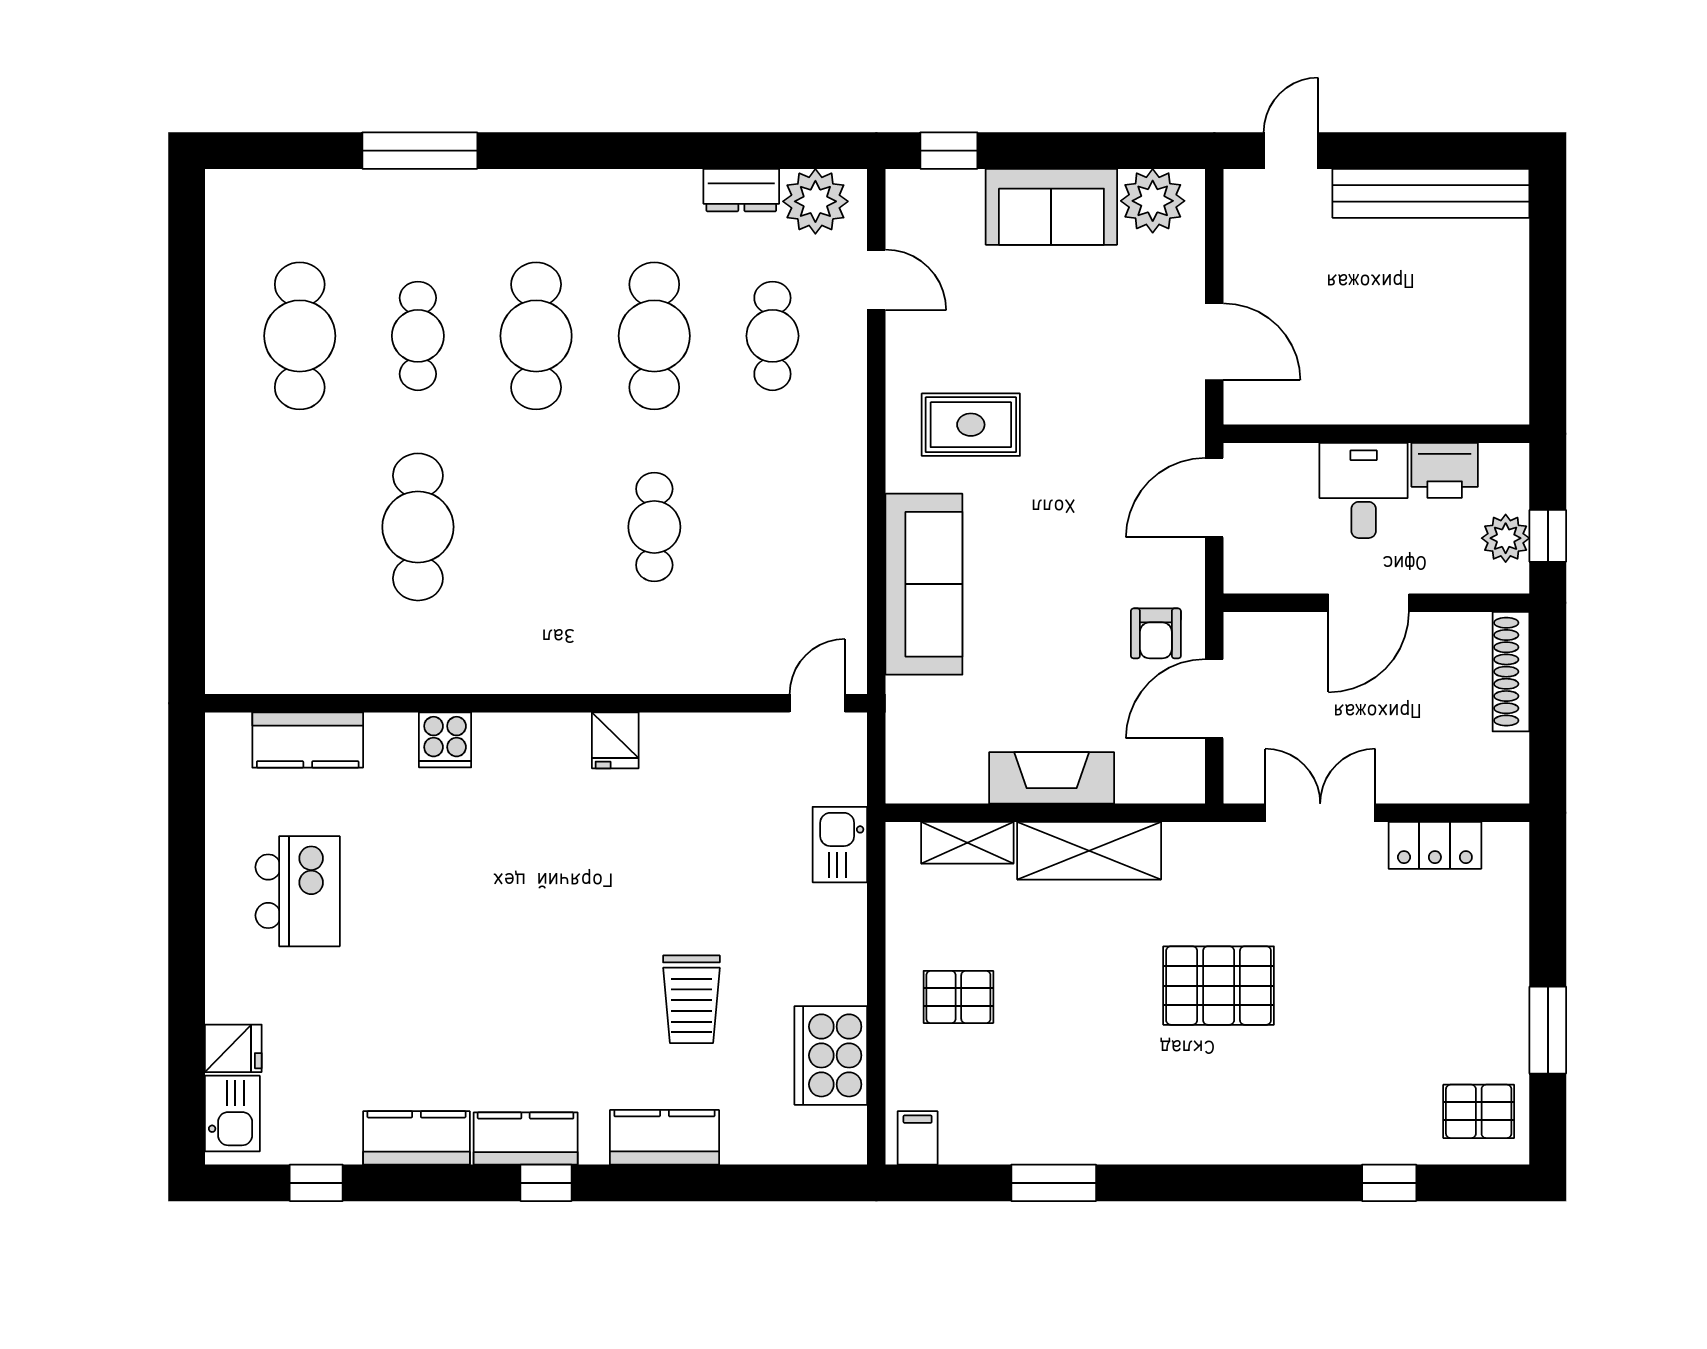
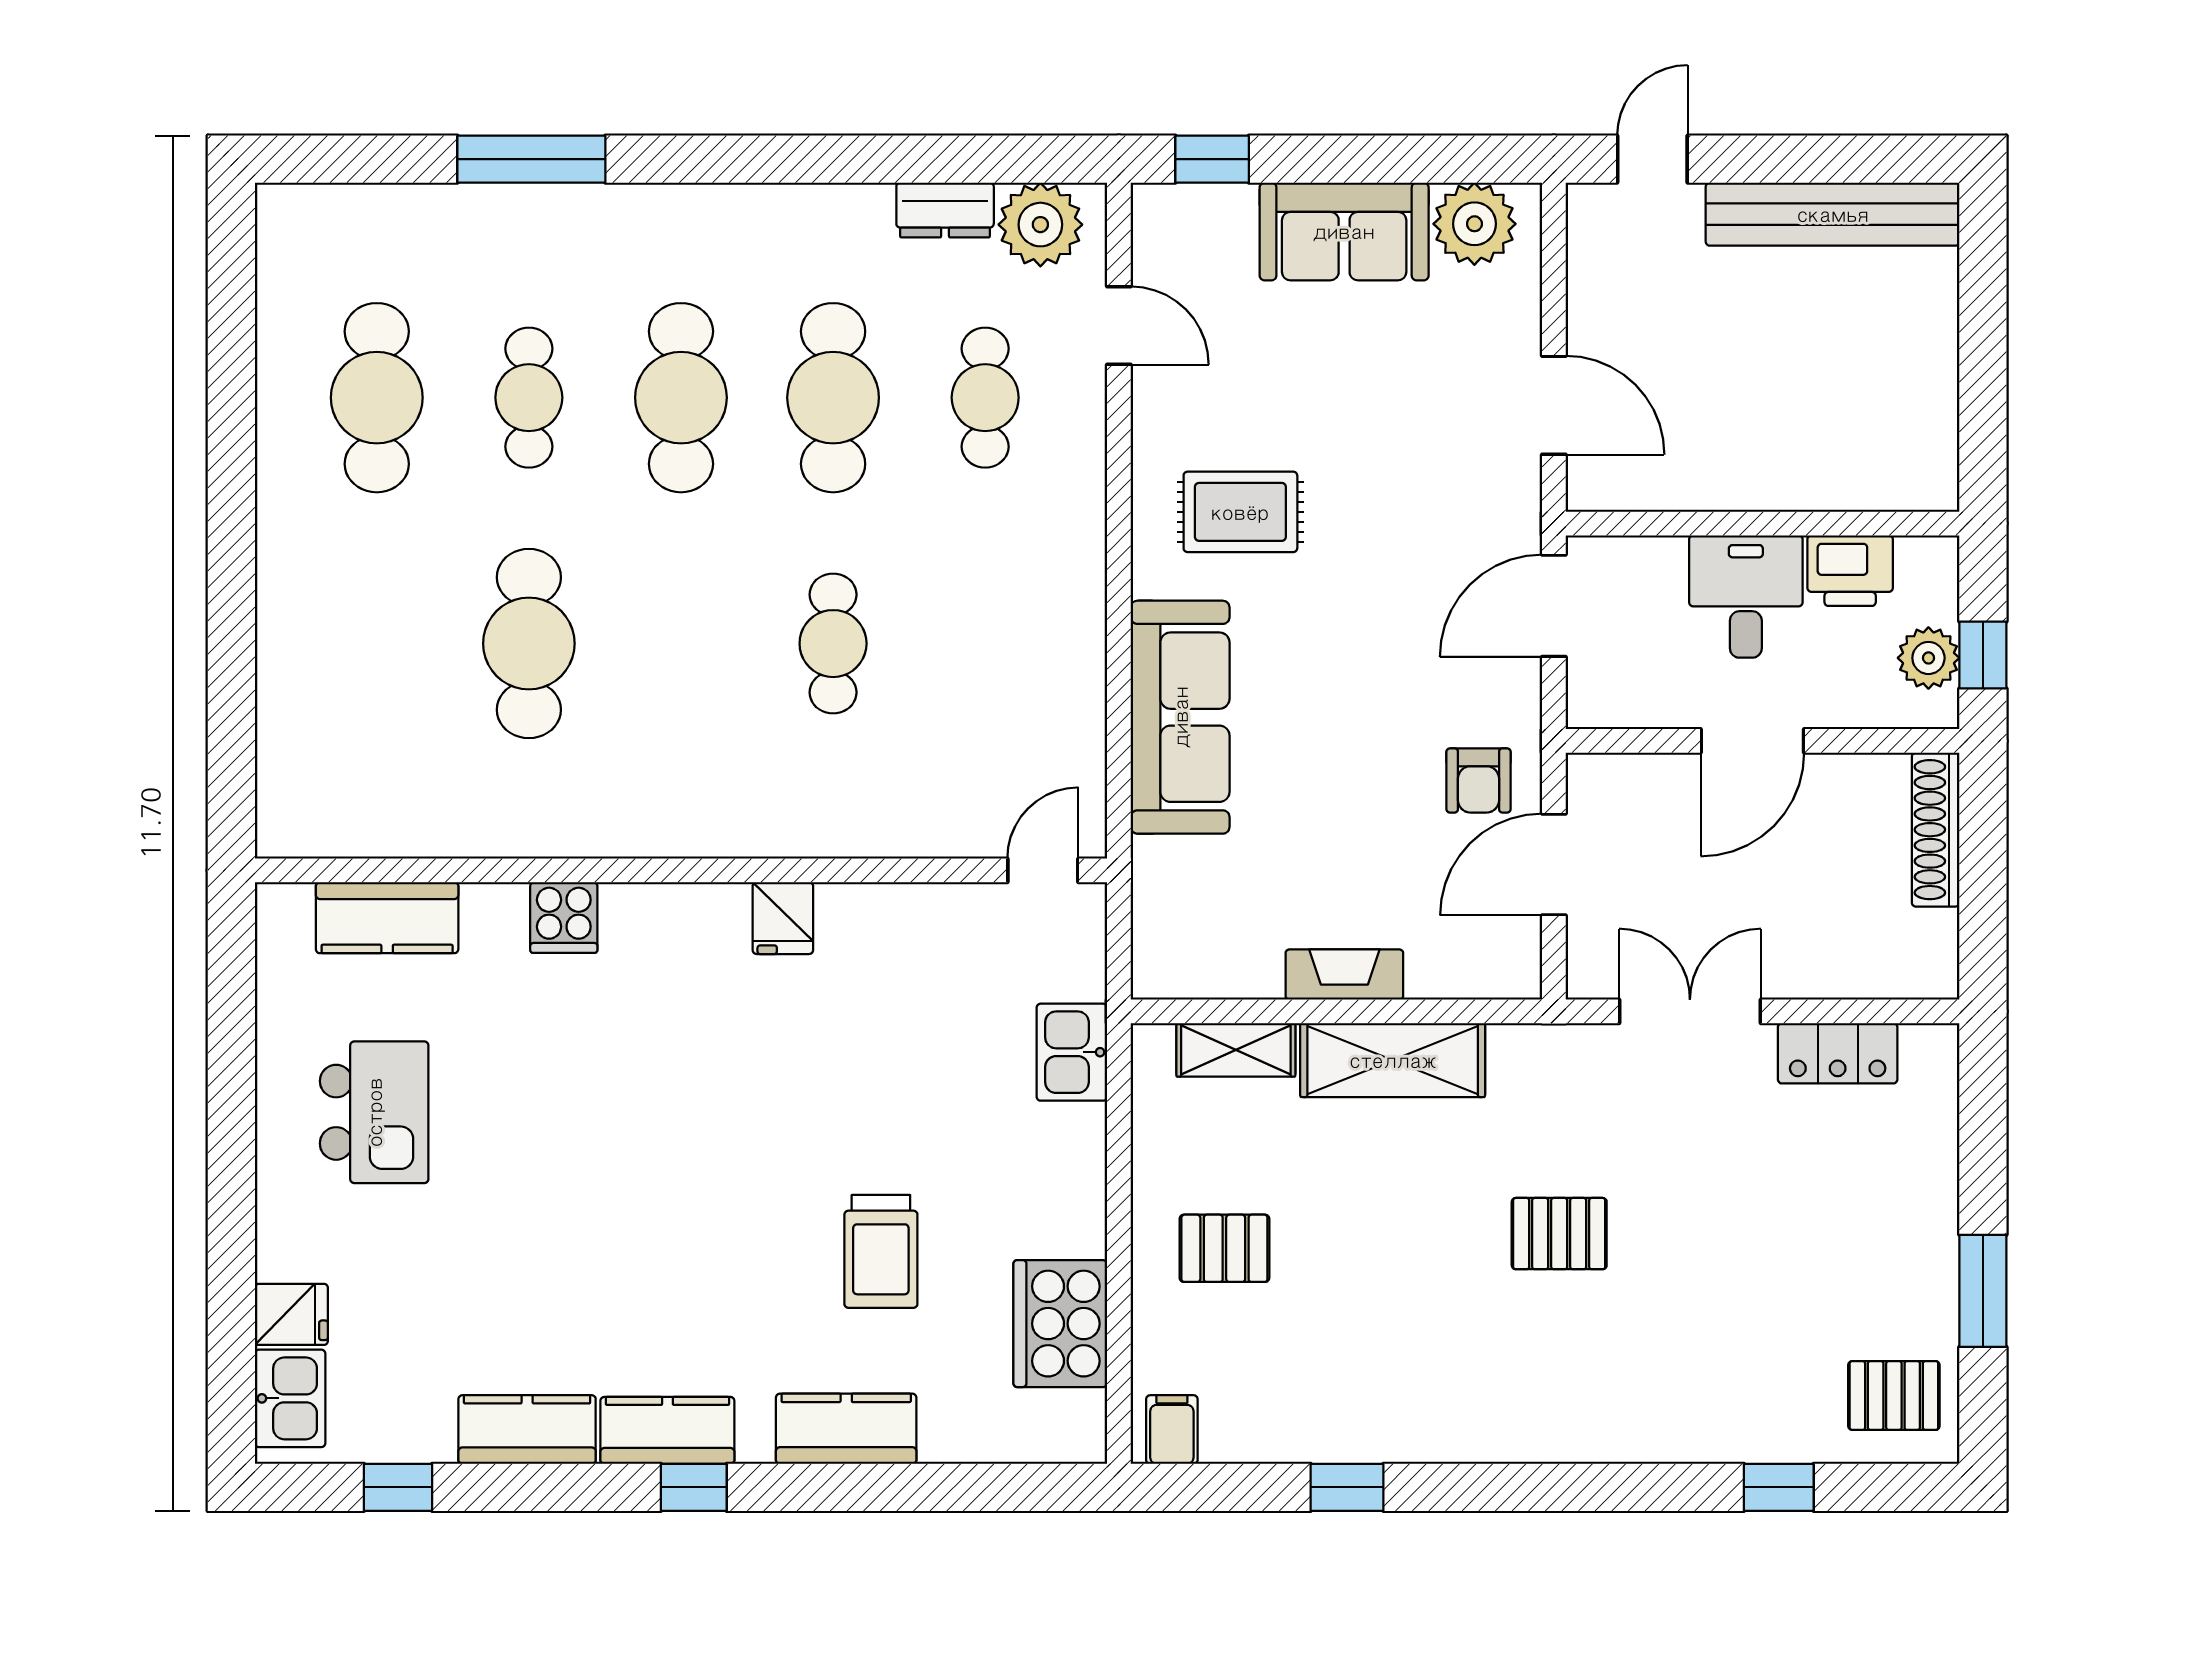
fireplace: (1052, 778) -> (1344, 974), width x0.73, depth x0.76
pallet: (1219, 986) -> (1559, 1234), width x0.67, depth x0.71
window: (1054, 1183) -> (1347, 1487), width x0.67

